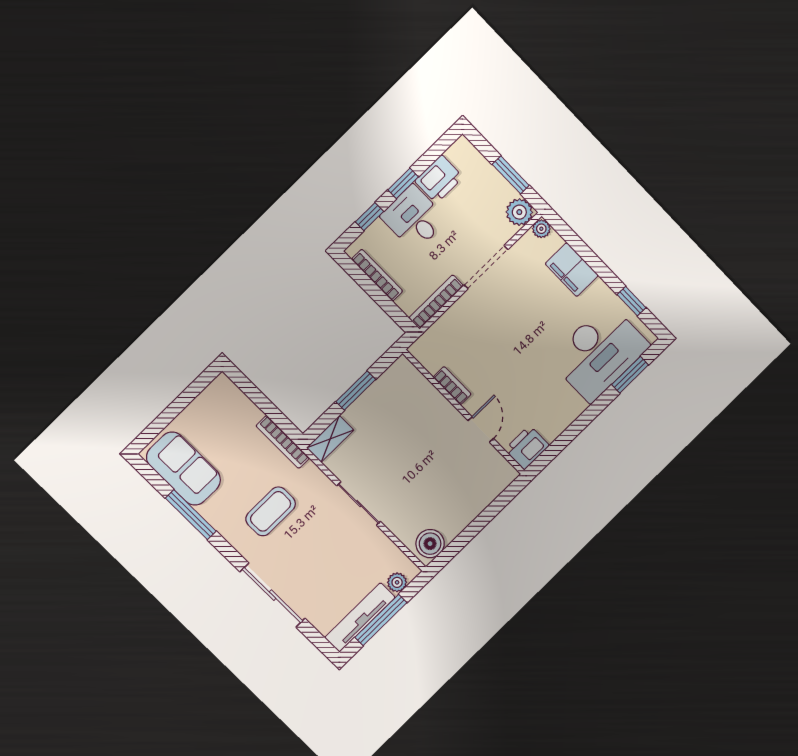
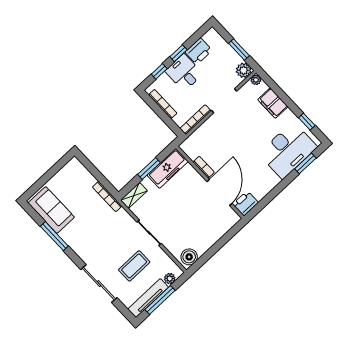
freezer: (389, 389) -> (168, 168), added
door: (481, 429) -> (219, 192), width x1.87
coffee table: (271, 511) -> (134, 266), moved

